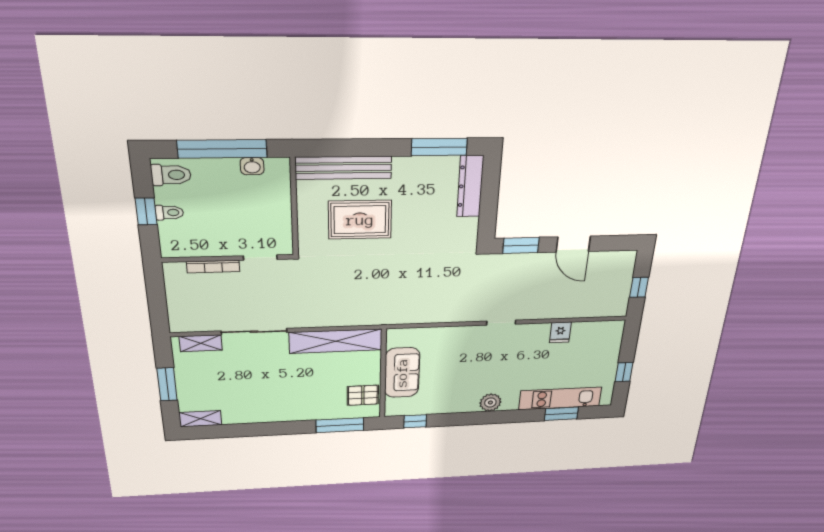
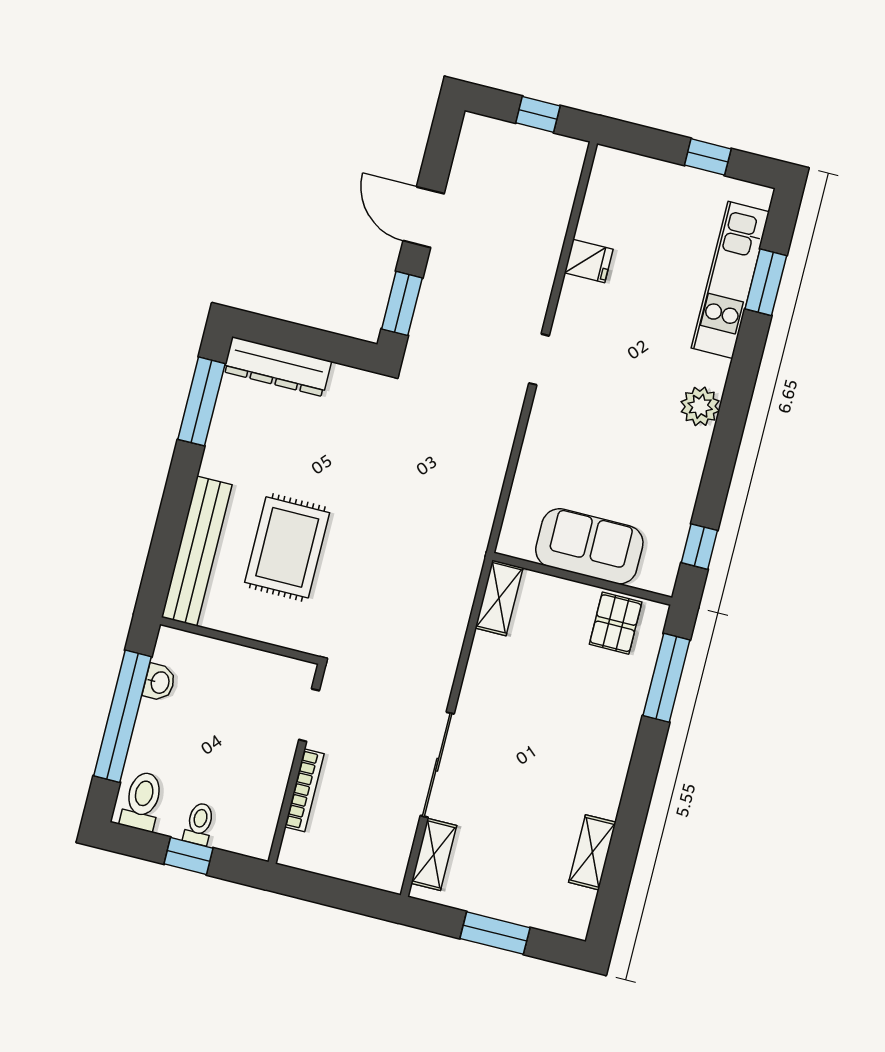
door: (573, 244) -> (424, 217), swing flipped
shelving: (336, 341) -> (499, 598), width x0.45, depth x0.75
shelving: (200, 419) -> (592, 852), moved

